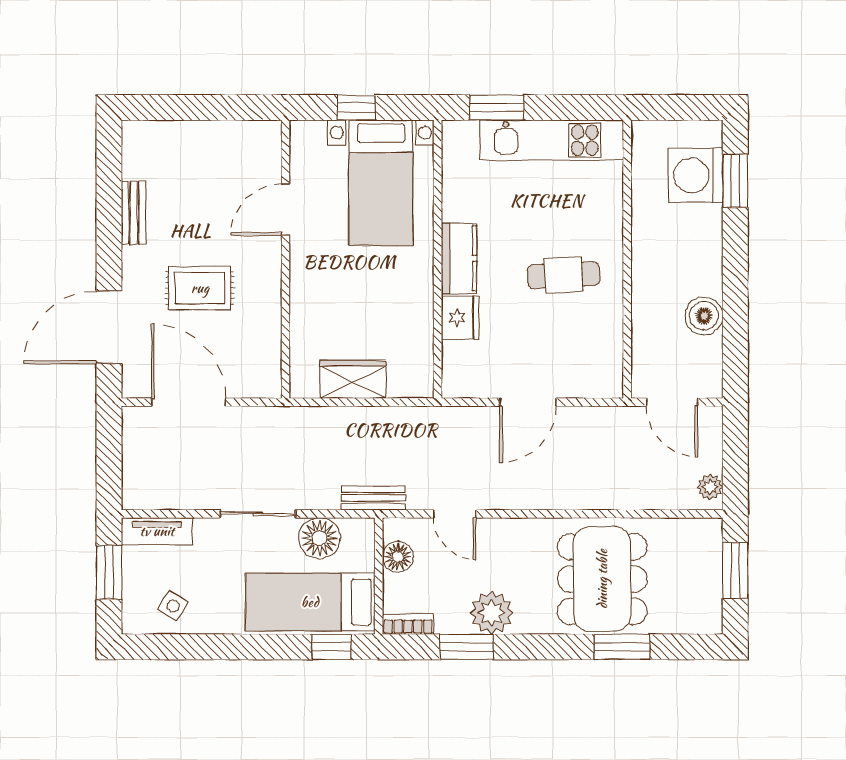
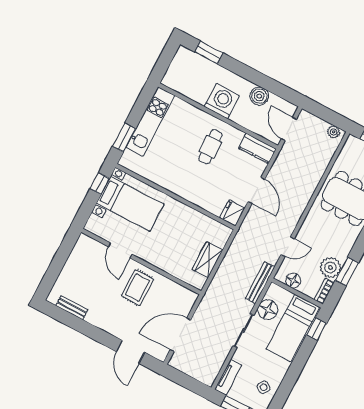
window: (356, 108) -> (100, 184), moved
washing machine: (696, 175) -> (222, 101), moved, turned 180
bench: (134, 213) -> (72, 308), moved
kitchen counter: (459, 258) -> (257, 148), moved, turned 180
rug: (200, 288) -> (137, 288), moved
fridge: (460, 318) -> (232, 213), moved, turned -90
door: (109, 327) -> (131, 352), width x0.73
door: (672, 402) -> (289, 129), swing flipped
bench: (373, 498) -> (260, 283), width x1.36
plant: (492, 613) -> (330, 268), moved

